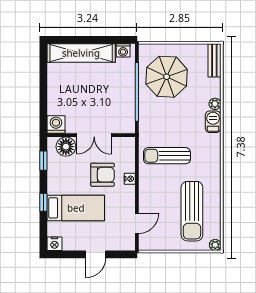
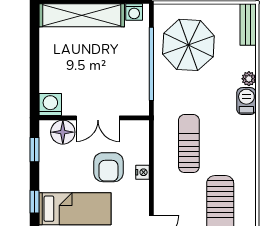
sun lounger: (167, 156) -> (189, 144), turned 90
armchair: (103, 175) -> (108, 167), turned 90

